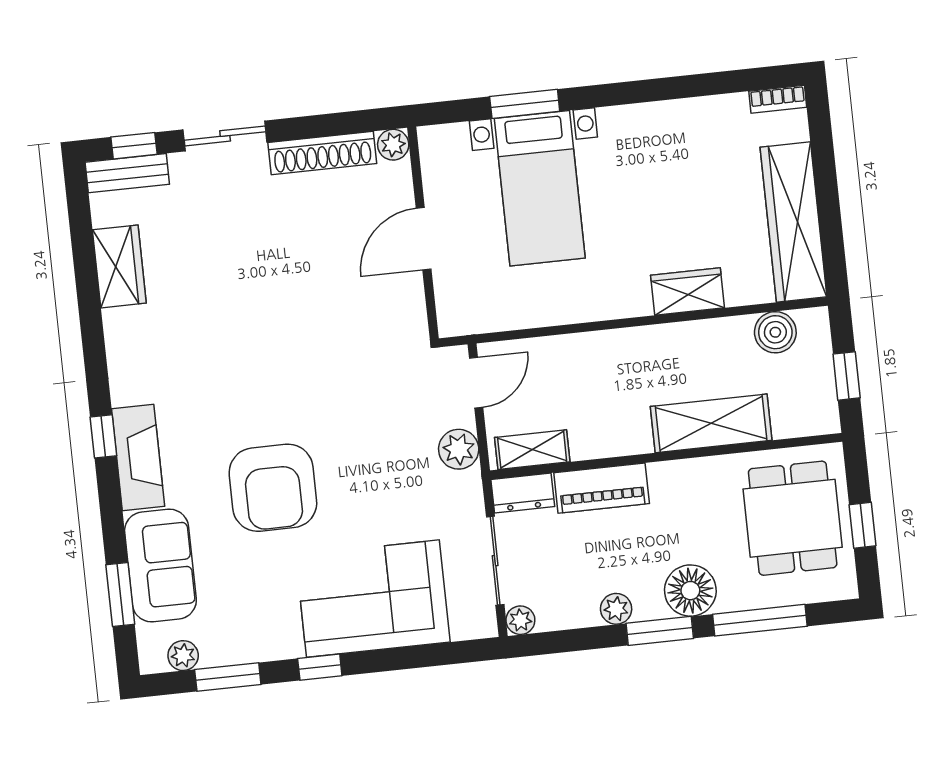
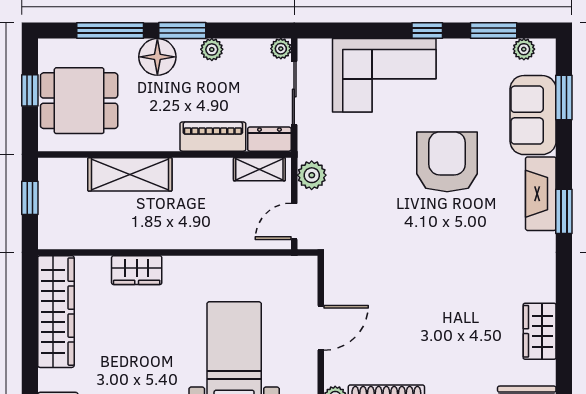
boiler: (775, 332) -> (77, 234), removed
window: (103, 436) -> (564, 211), width x1.50
dining table: (793, 518) -> (79, 101), turned 90

